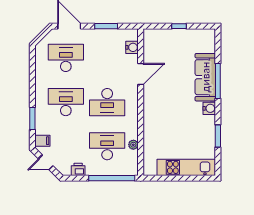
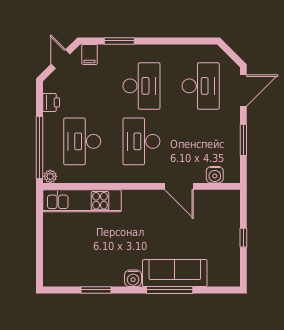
plant: (133, 145) -> (50, 176), moved
desk: (107, 146) -> (82, 141), turned 180
kitchen unit: (186, 167) -> (82, 201), moved, turned 90

